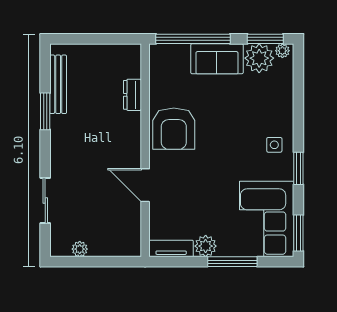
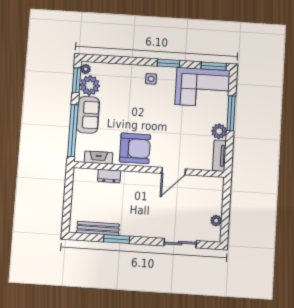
fireplace: (157, 78) -> (99, 158), added

